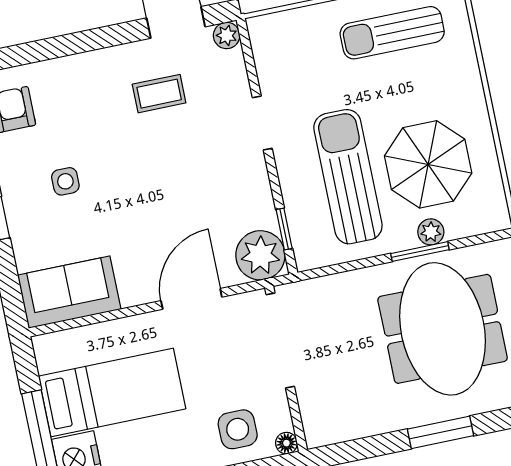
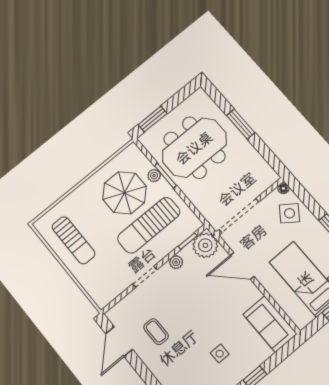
plant: (227, 35) -> (176, 262), moved
side table: (238, 429) -> (289, 213), turned 36

